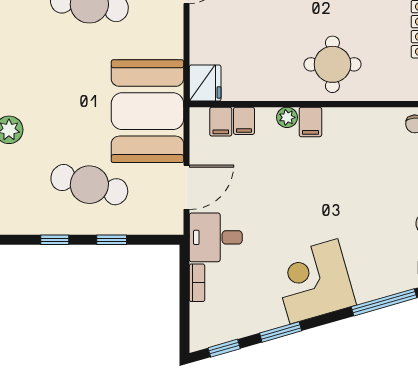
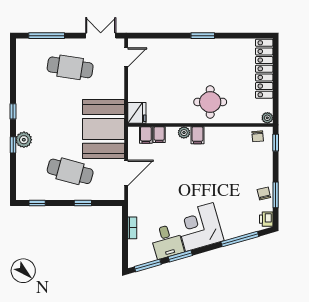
desk: (216, 237) -> (167, 241), moved, turned -106
window: (55, 240) -> (37, 203), moved
window: (224, 348) -> (148, 265), width x1.50

